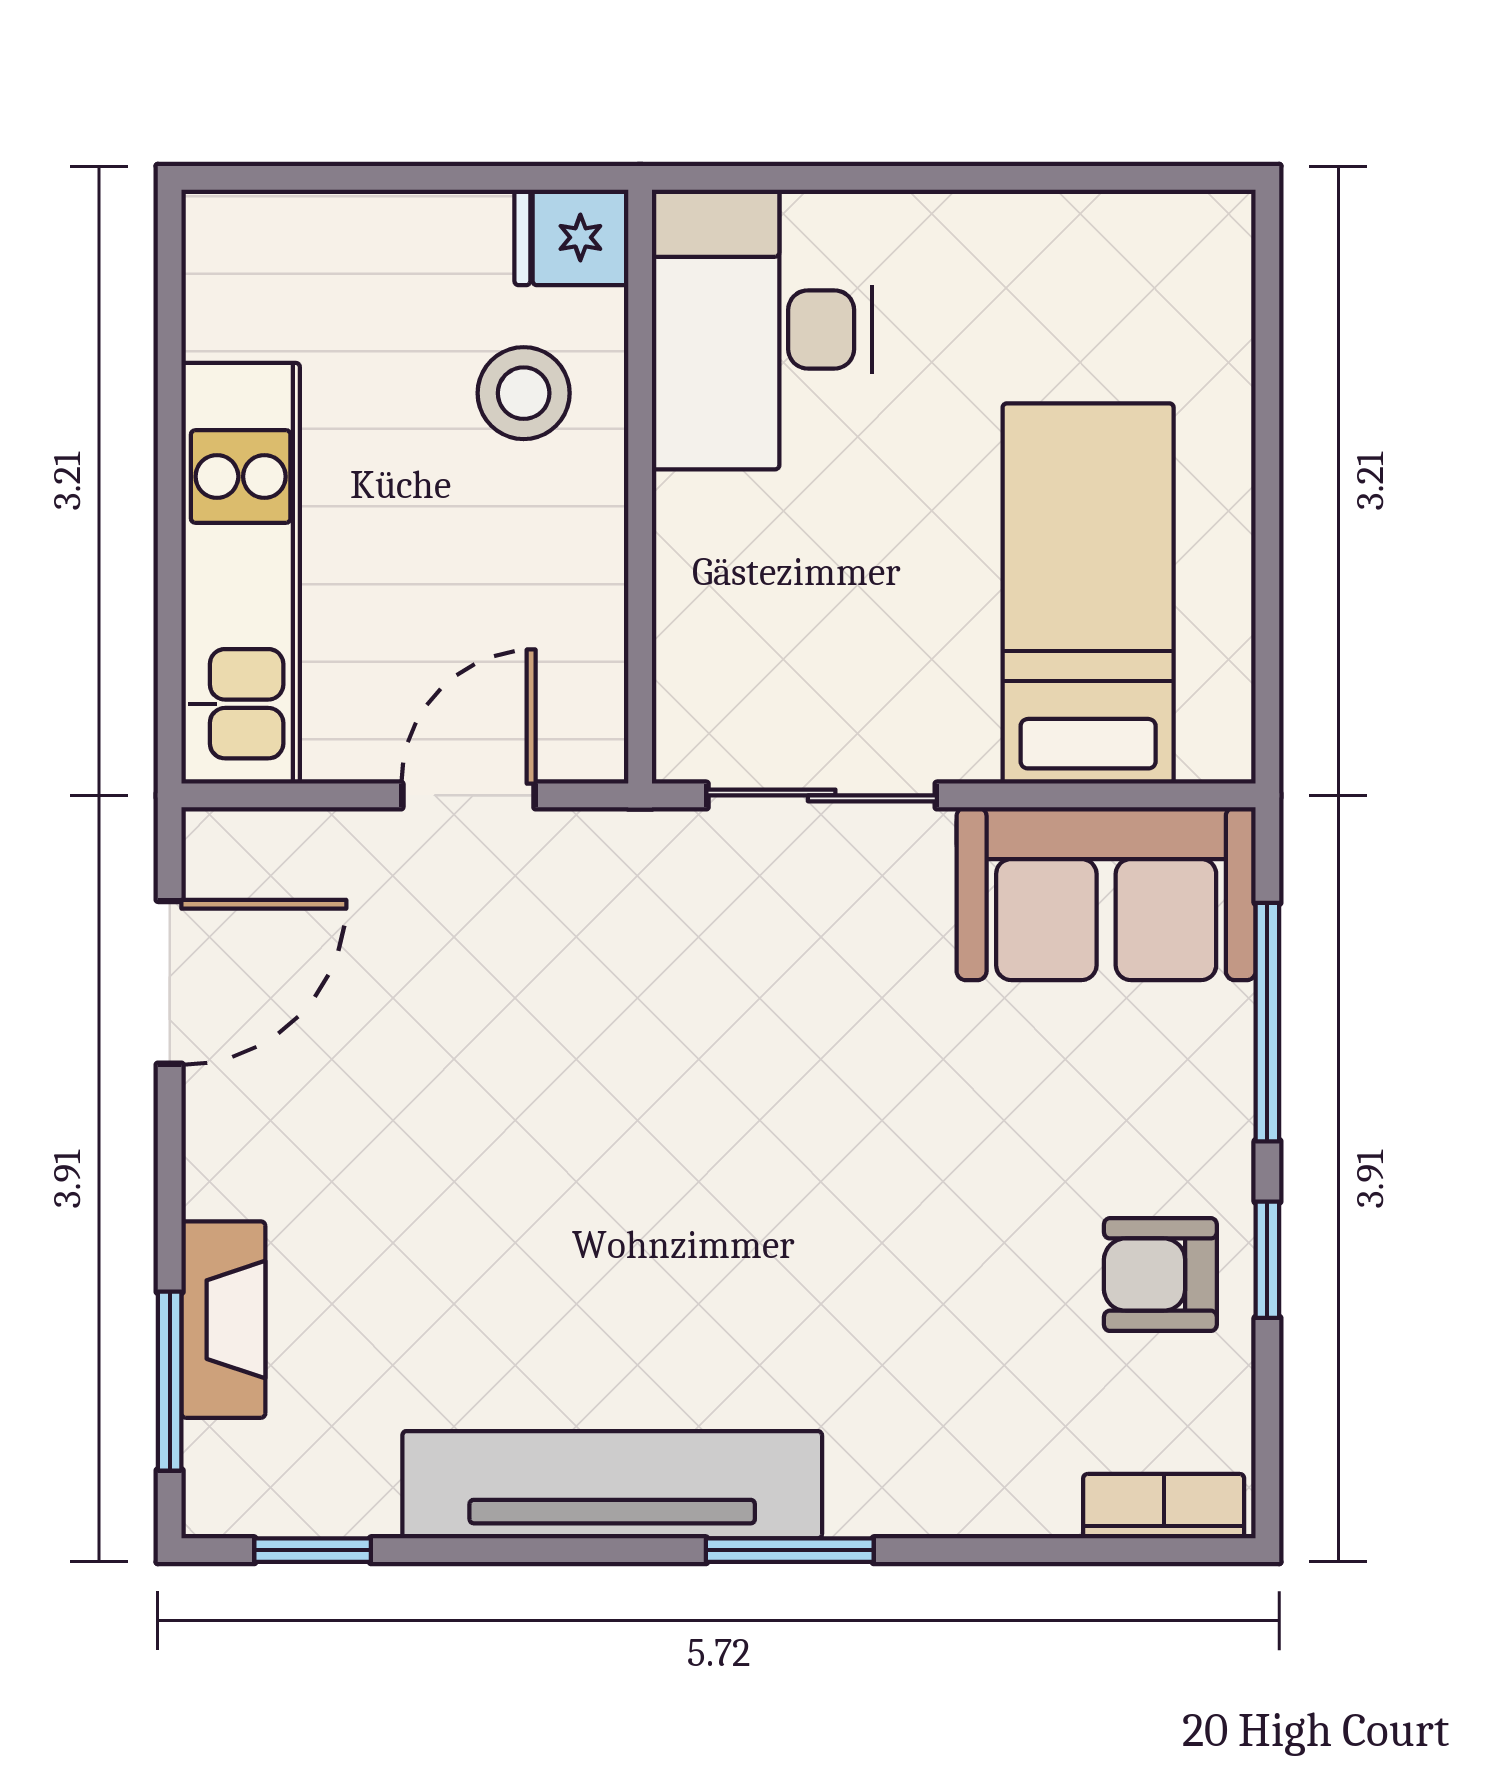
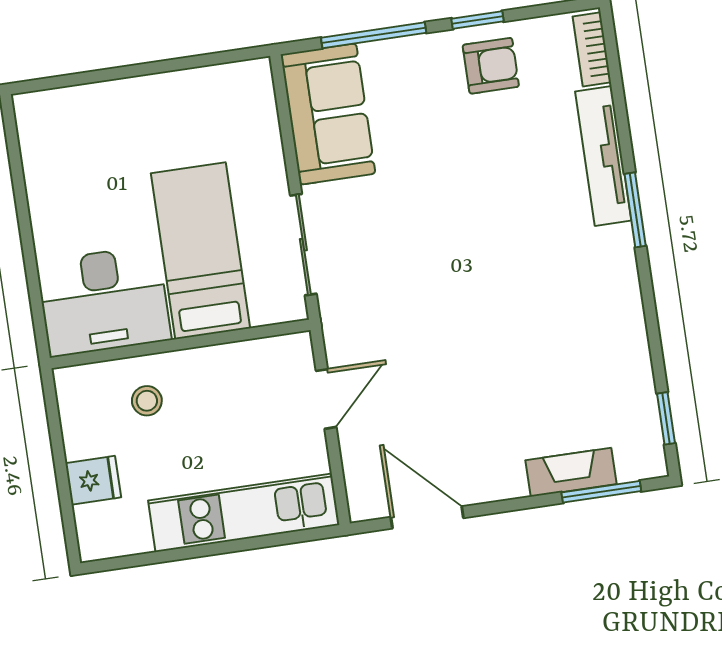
fridge: (571, 237) -> (93, 480), moved, turned -90
stool: (524, 393) -> (147, 401), width x0.73, depth x0.73
bed: (1088, 593) -> (200, 251), moved, turned 90
door: (468, 795) -> (326, 399), swing flipped
armchair: (1160, 1275) -> (491, 66), turned -90
tv unit: (612, 1485) -> (603, 156), moved, width x0.73, depth x0.78

